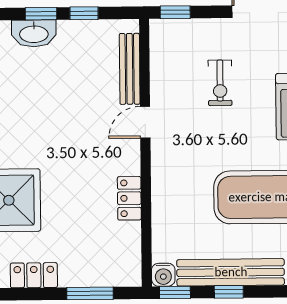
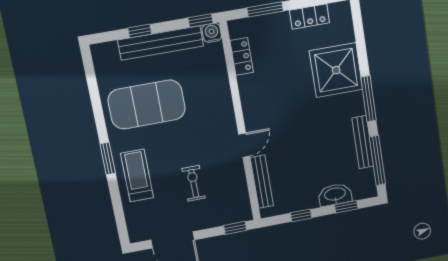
window: (41, 14) -> (346, 207), moved
locker: (129, 198) -> (242, 56), moved
window: (229, 292) -> (140, 31), moved

